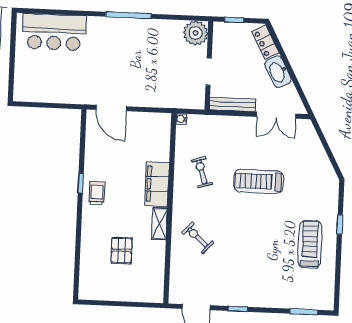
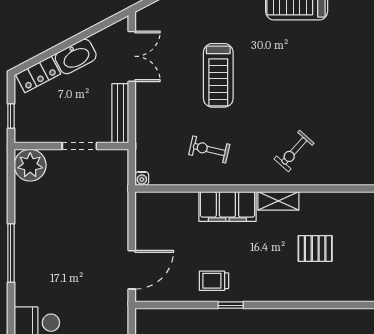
exercise bike: (202, 172) -> (209, 149), turned 30
trolley: (97, 193) -> (214, 281), moved

